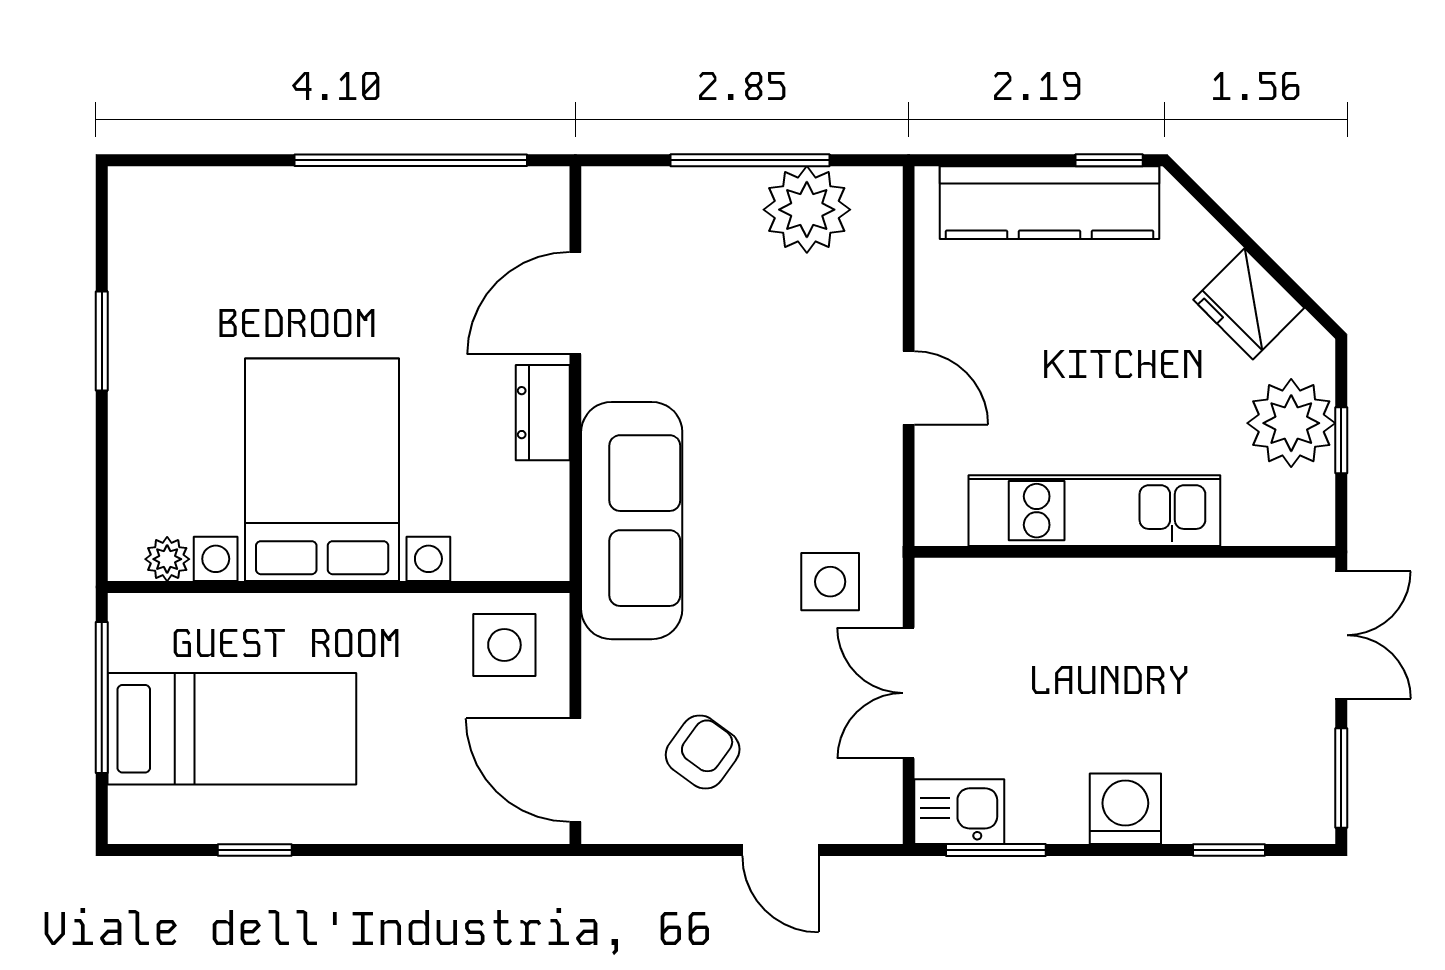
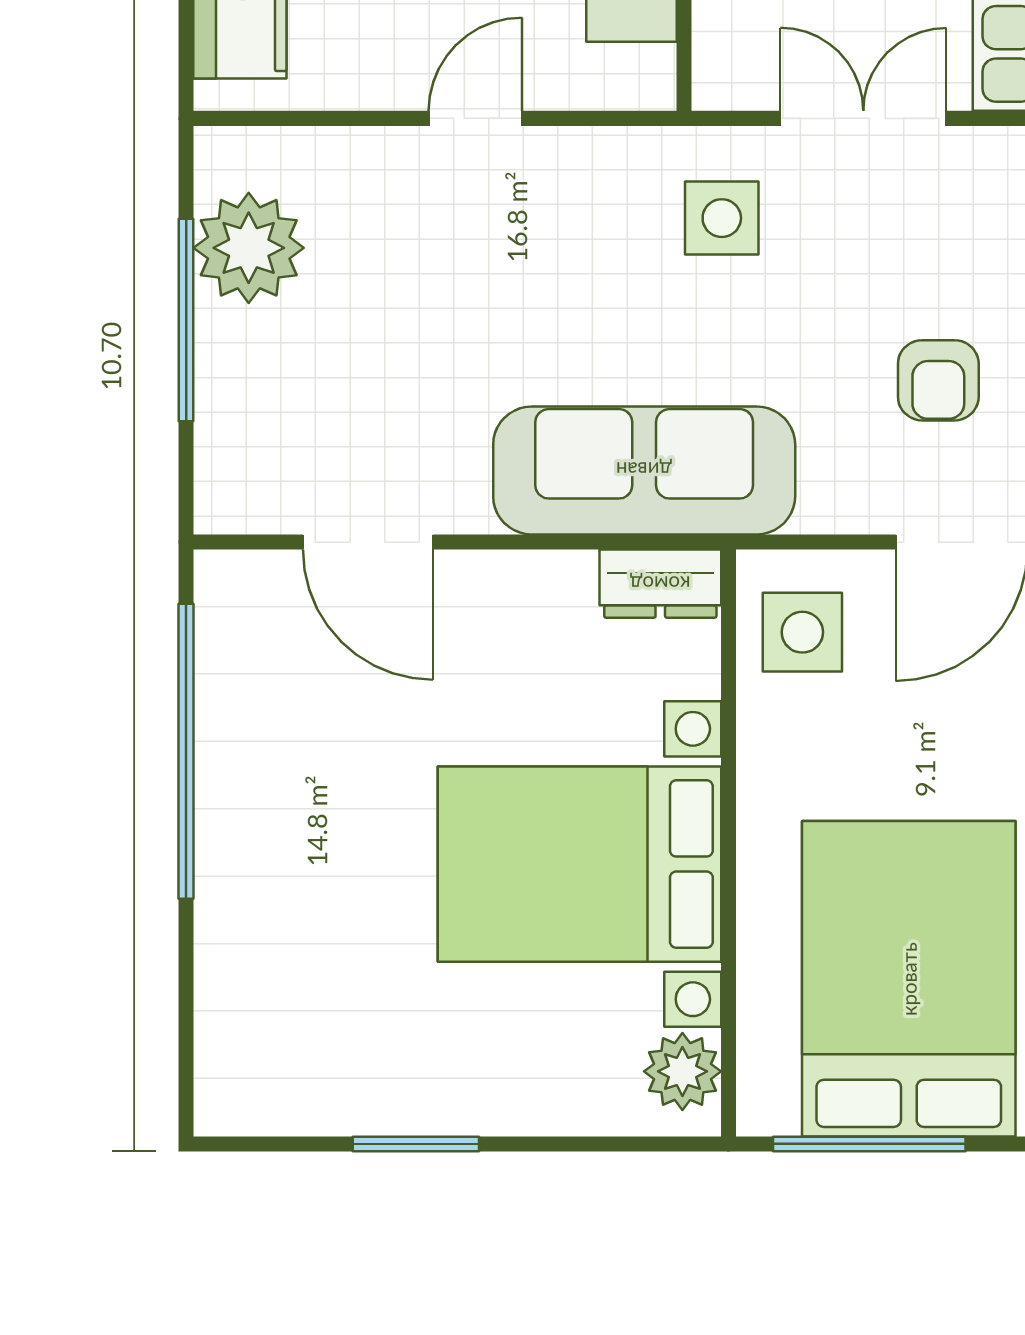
dresser: (543, 413) -> (660, 584), moved
plant: (167, 559) -> (682, 1071), width x1.38, depth x1.38
double door: (909, 693) -> (863, 118), swing flipped
bed: (232, 729) -> (909, 979), width x1.50
armchair: (703, 752) -> (938, 380), turned -126

